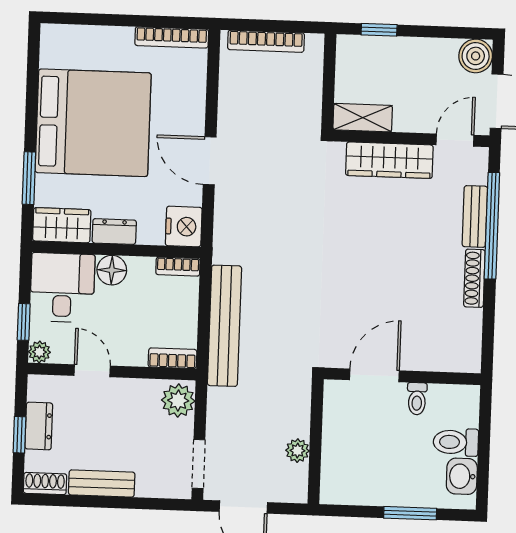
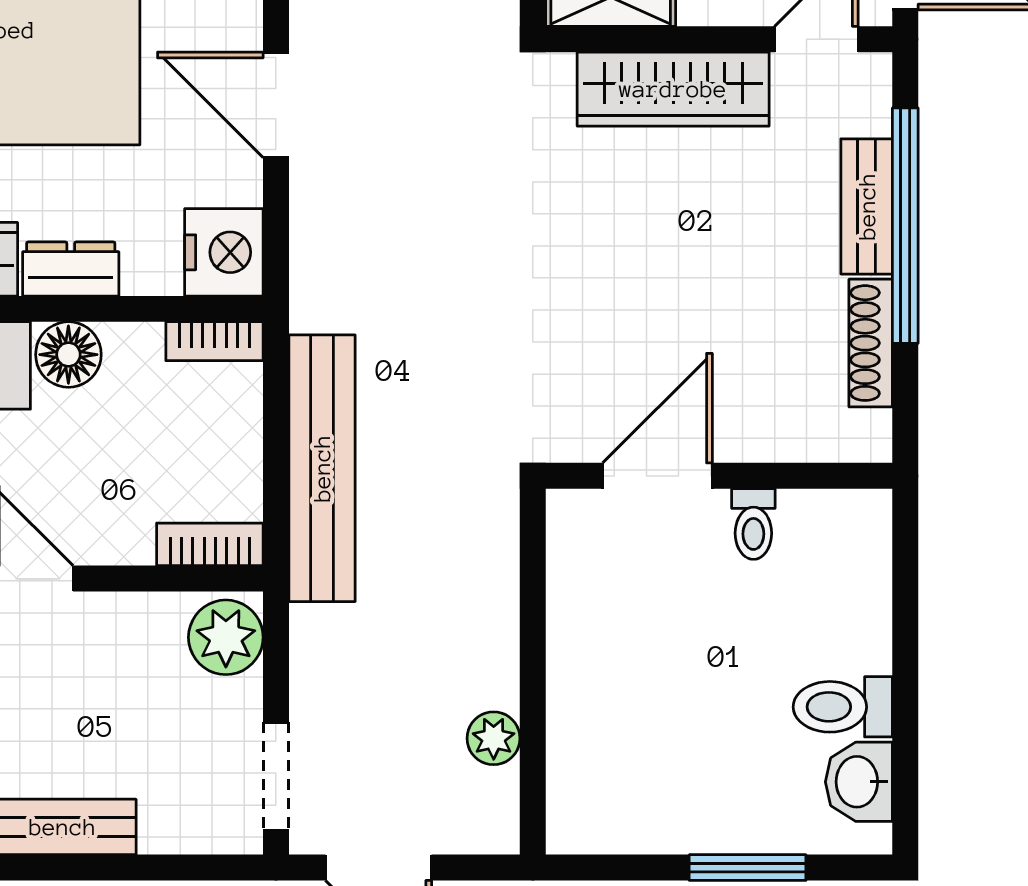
door: (374, 375) -> (657, 476), moved
wall: (402, 376) -> (719, 476), moved
toilet: (417, 399) -> (753, 524), moved

